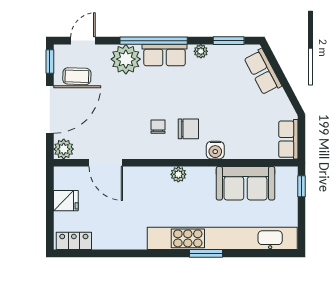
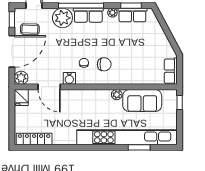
row of seats: (263, 72) -> (132, 15), moved, turned -62
water cooler: (215, 150) -> (69, 78), moved
plant: (178, 174) -> (117, 95), moved
fridge: (66, 201) -> (21, 97), moved, turned 90
locker: (74, 241) -> (34, 139), width x1.53
window: (206, 253) -> (139, 147), moved

